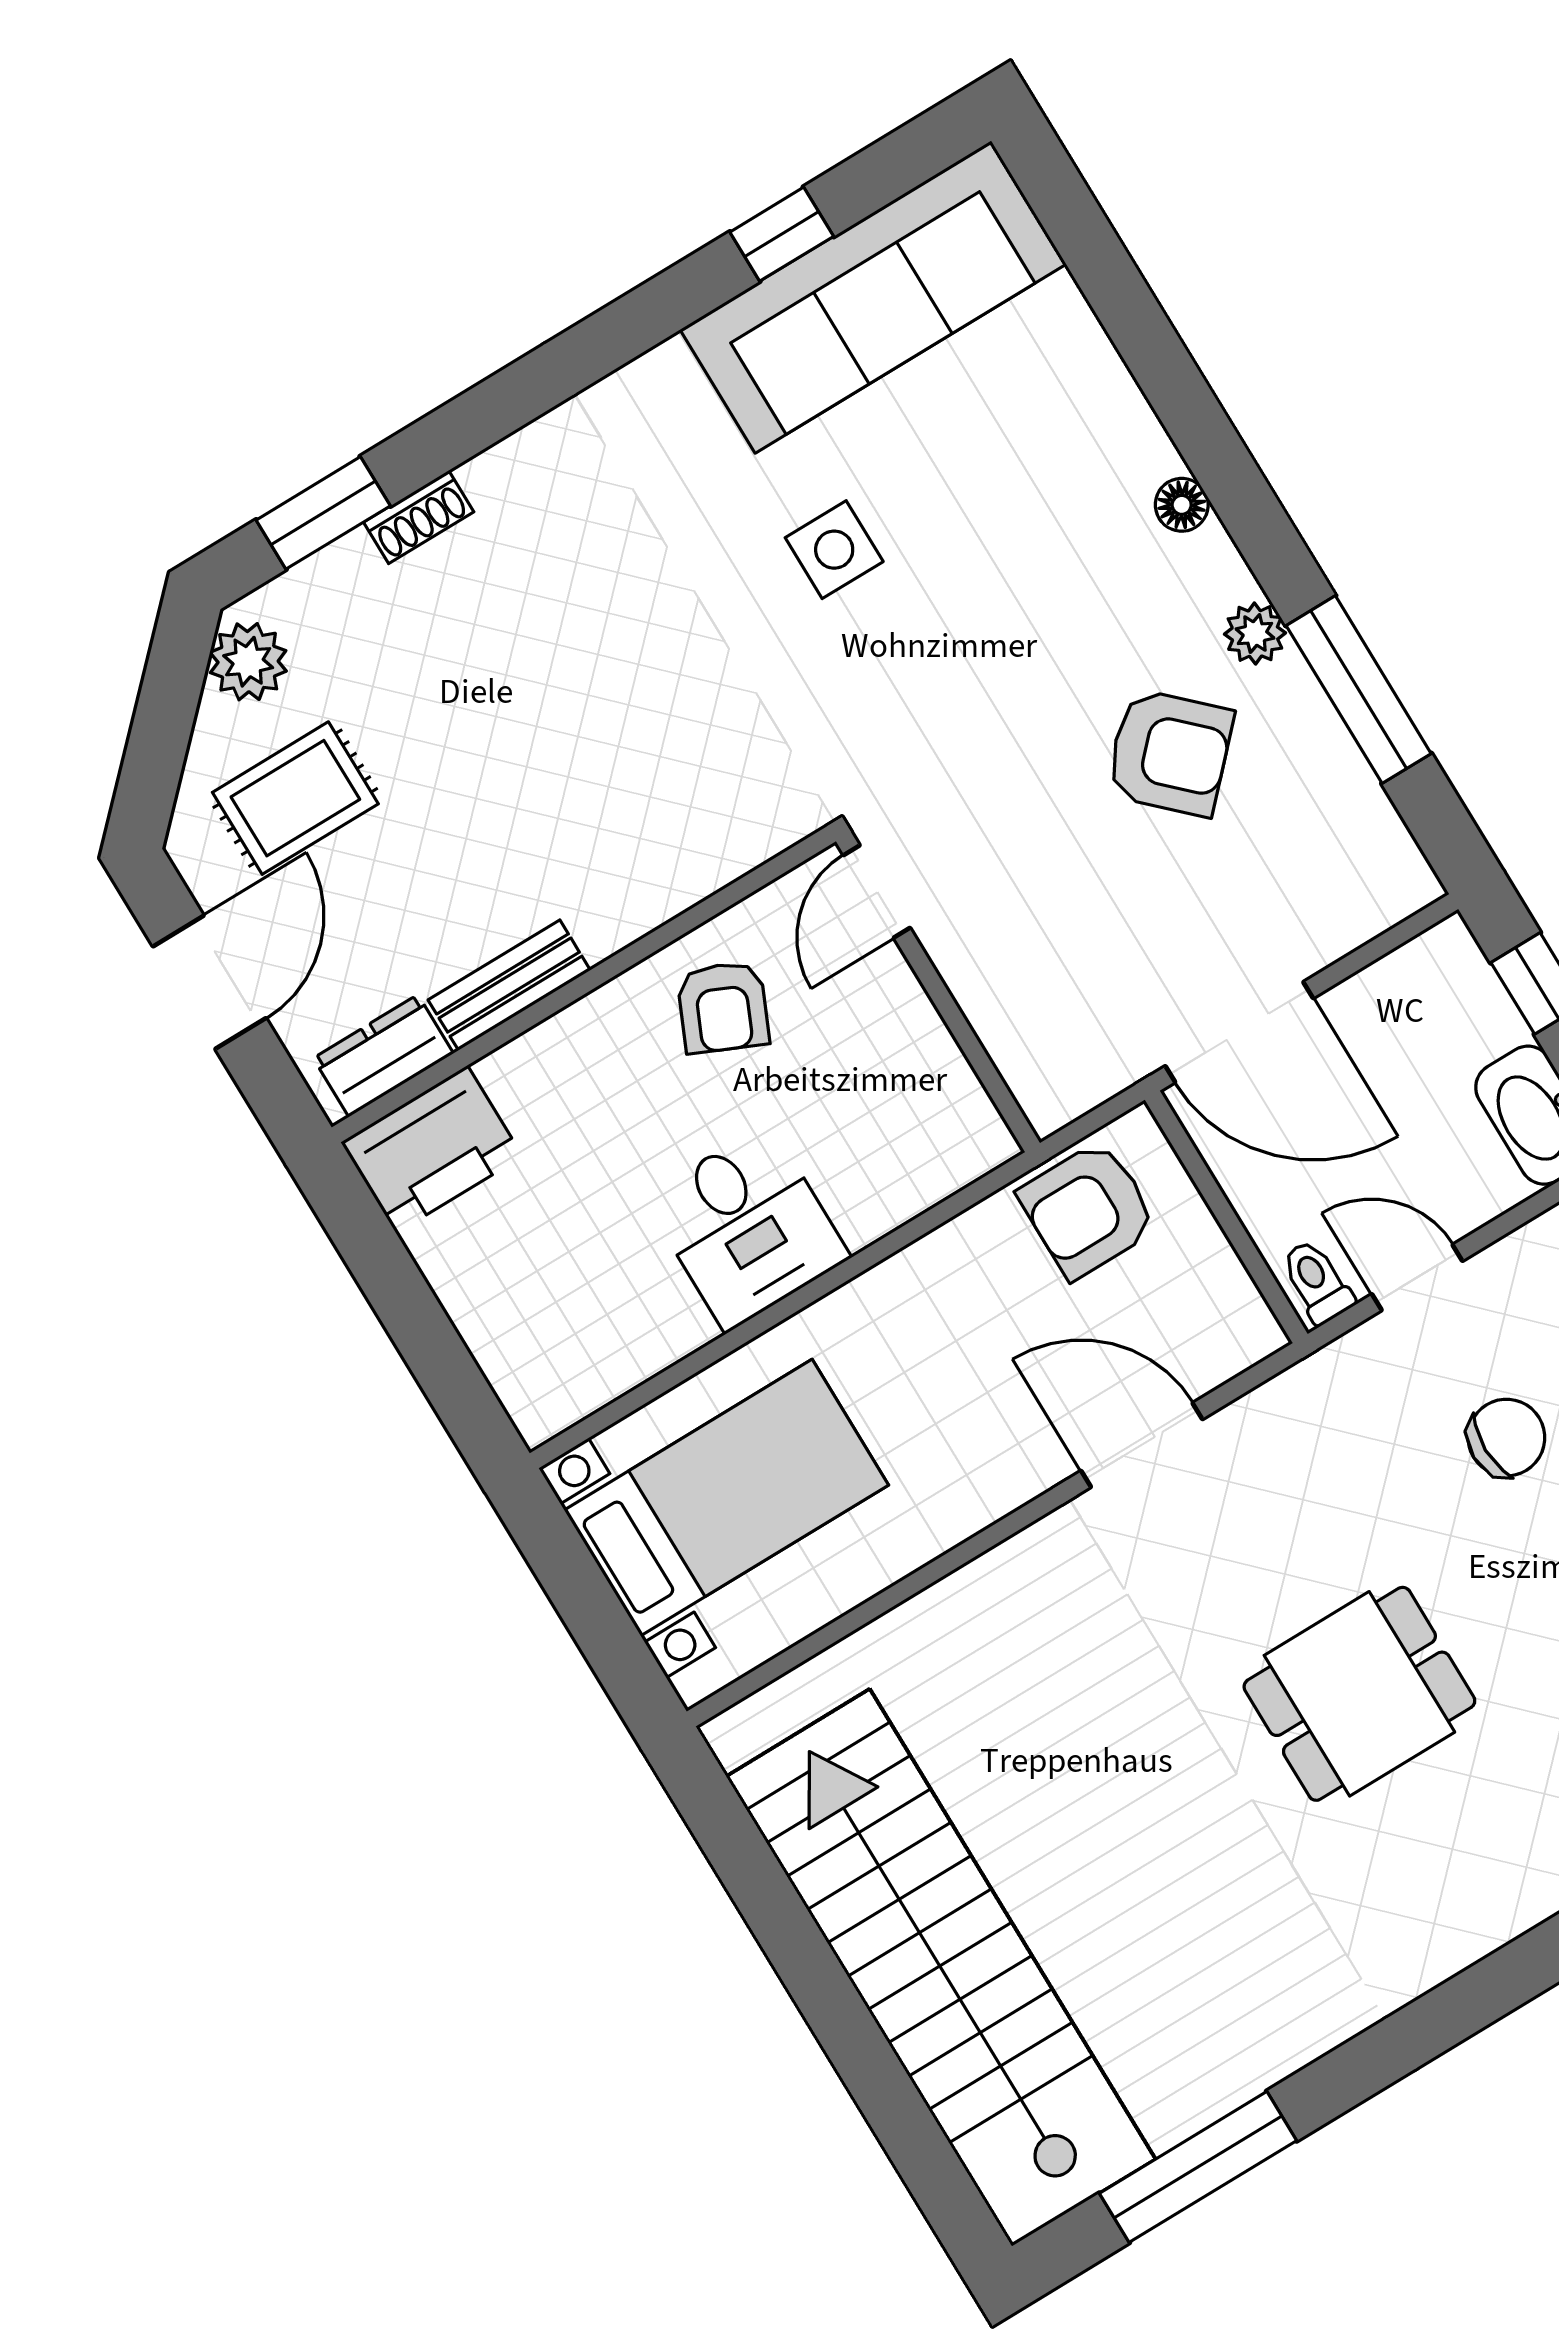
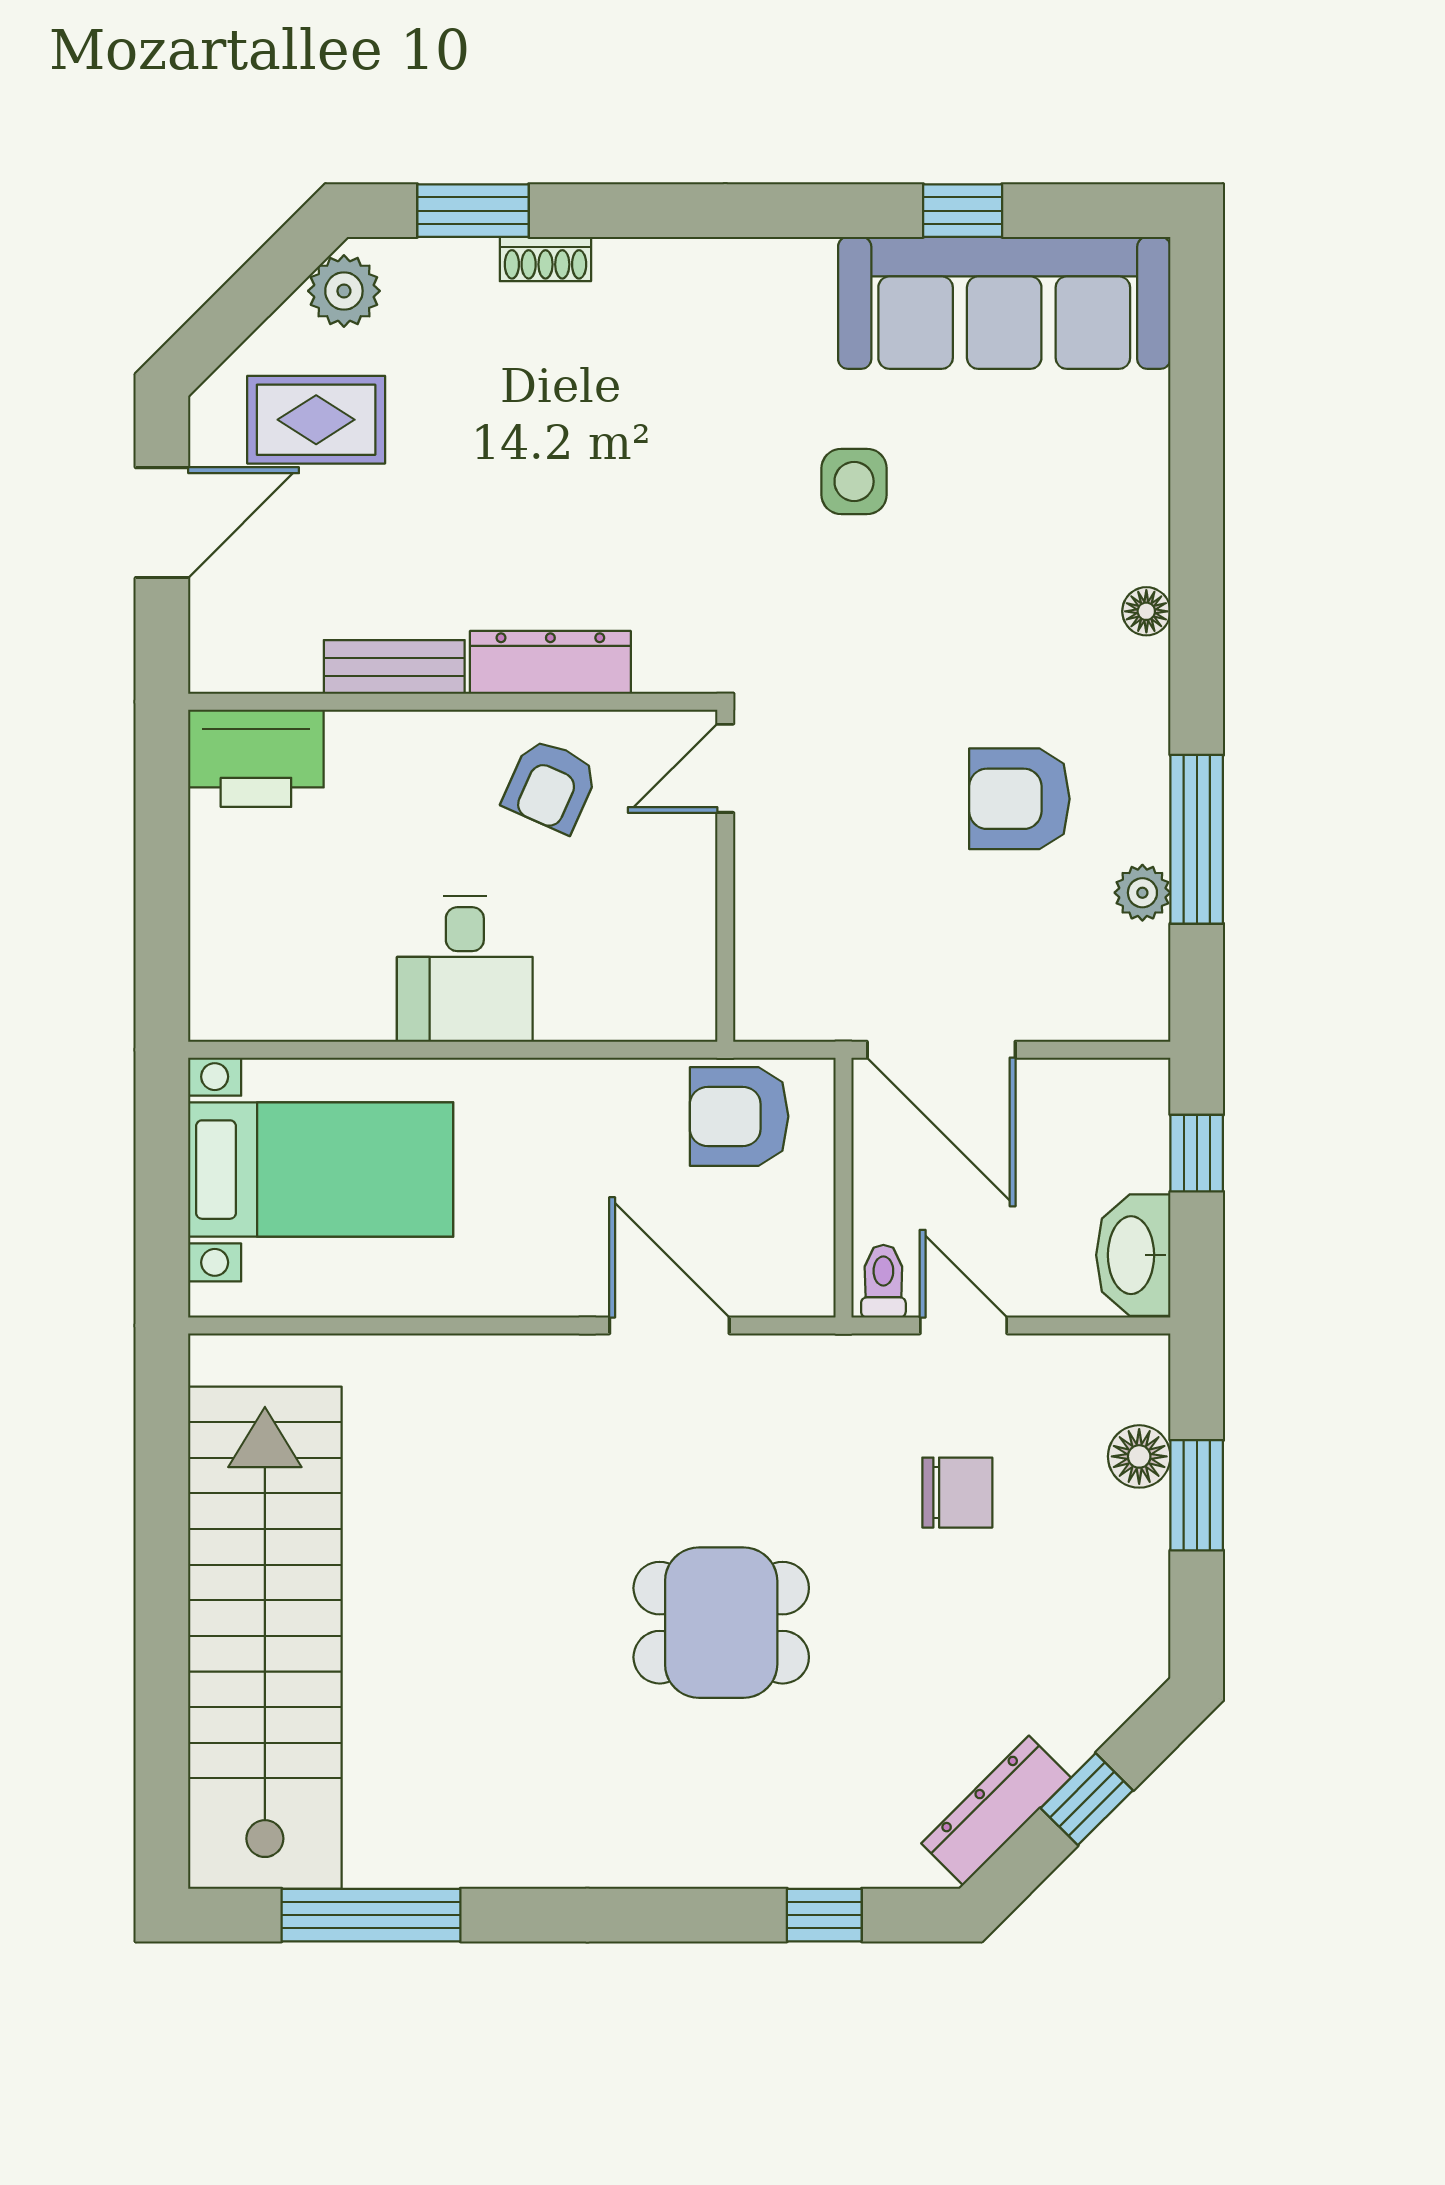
plant: (1255, 633) -> (1142, 893), moved
armchair: (1170, 753) -> (1019, 799), turned 136
dresser: (383, 1056) -> (550, 662), moved, width x1.44

